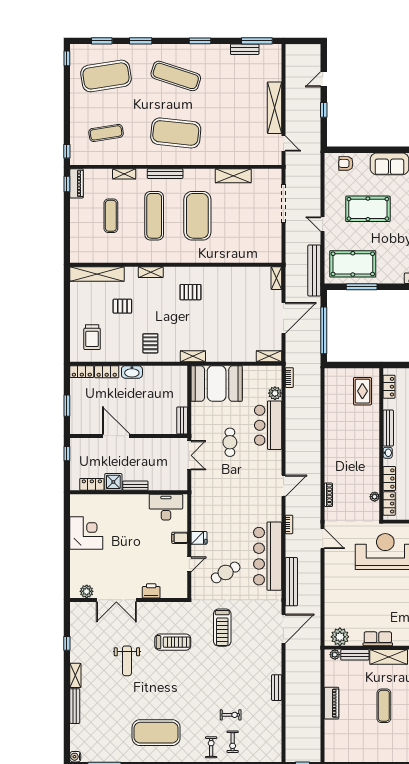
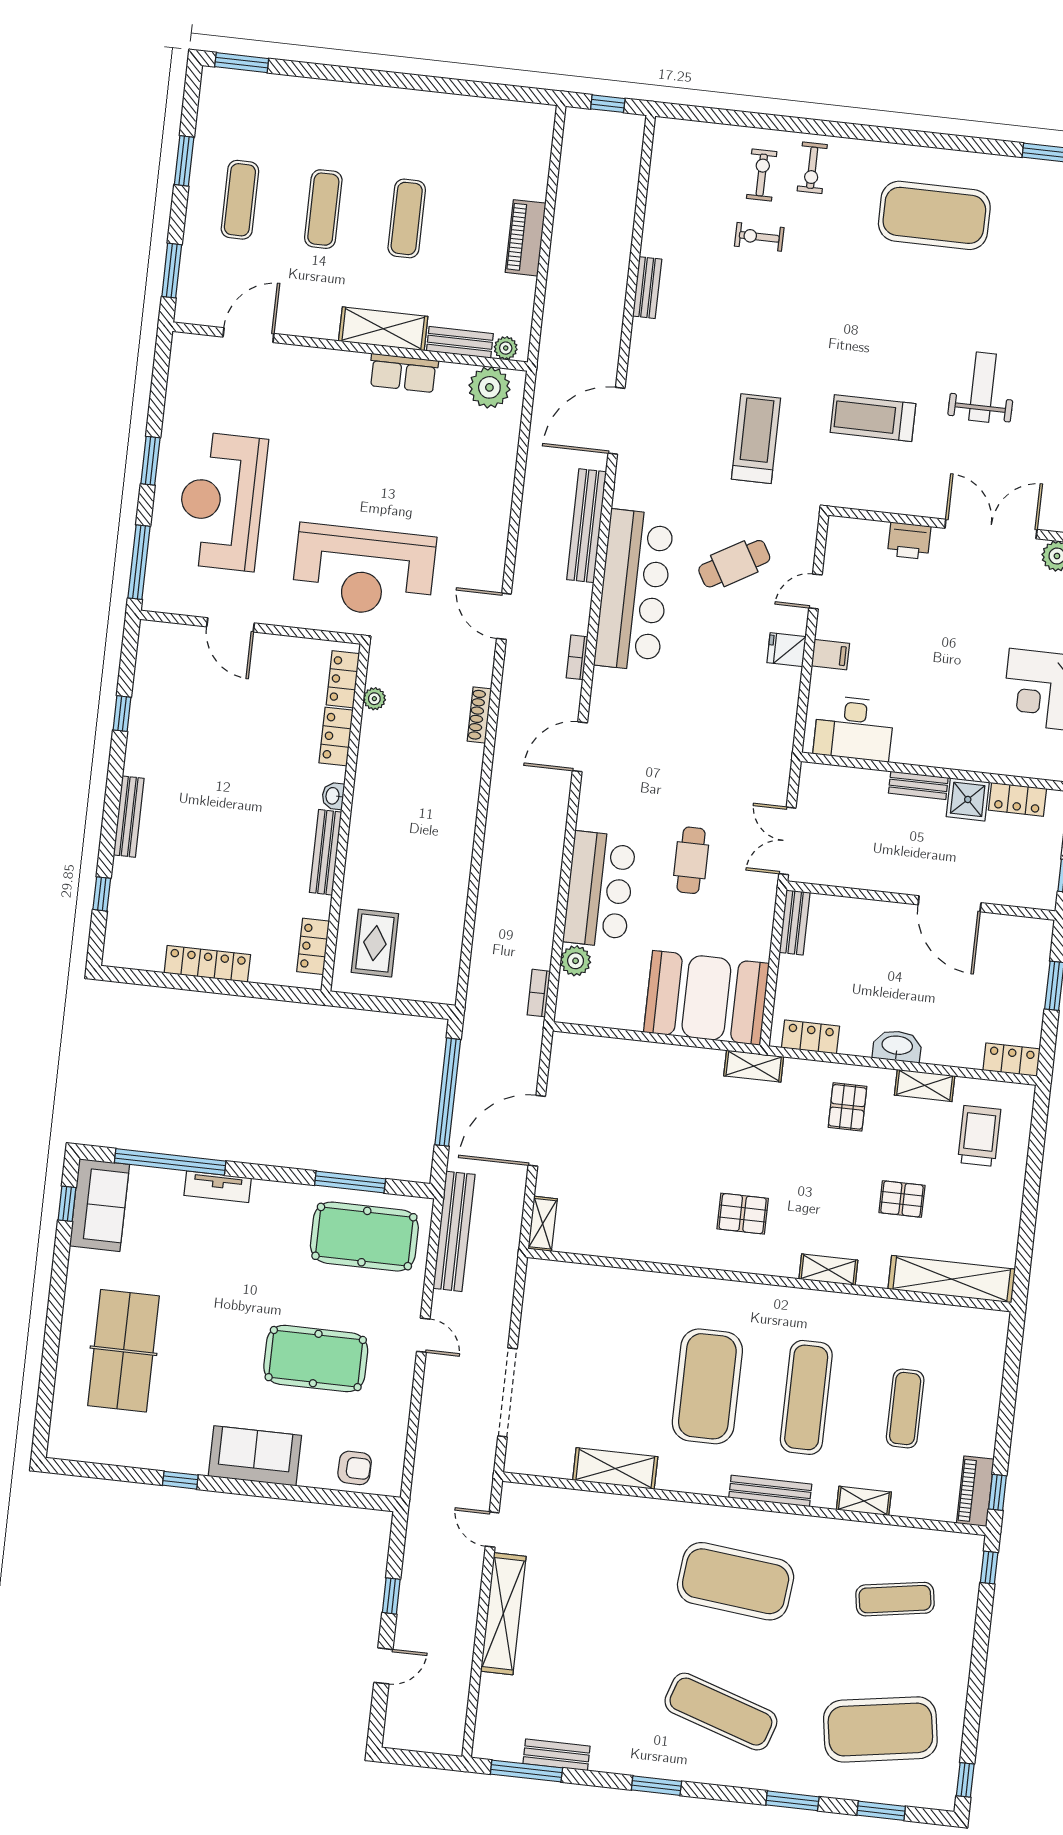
shelving: (269, 356) -> (925, 1085), moved
locker: (107, 372) -> (810, 1037), moved

